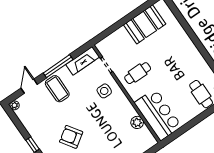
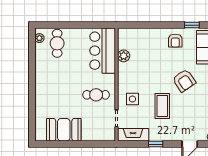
window: (58, 66) -> (156, 144), width x0.46
coffee table: (57, 89) -> (162, 106), moved

